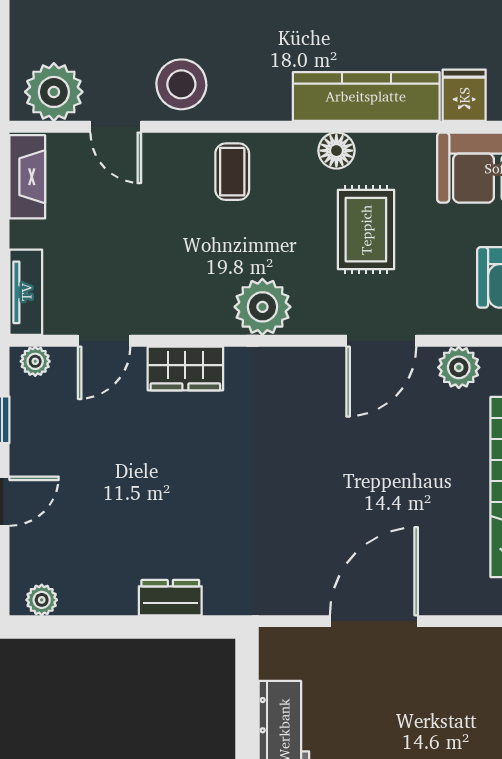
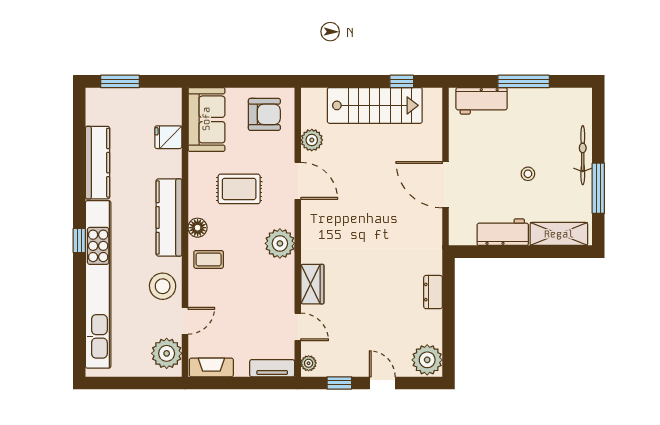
kitchen counter: (366, 96) -> (169, 217), moved
floor lamp: (336, 151) -> (198, 228), moved
plant: (42, 600) -> (427, 360), width x1.88, depth x1.88

